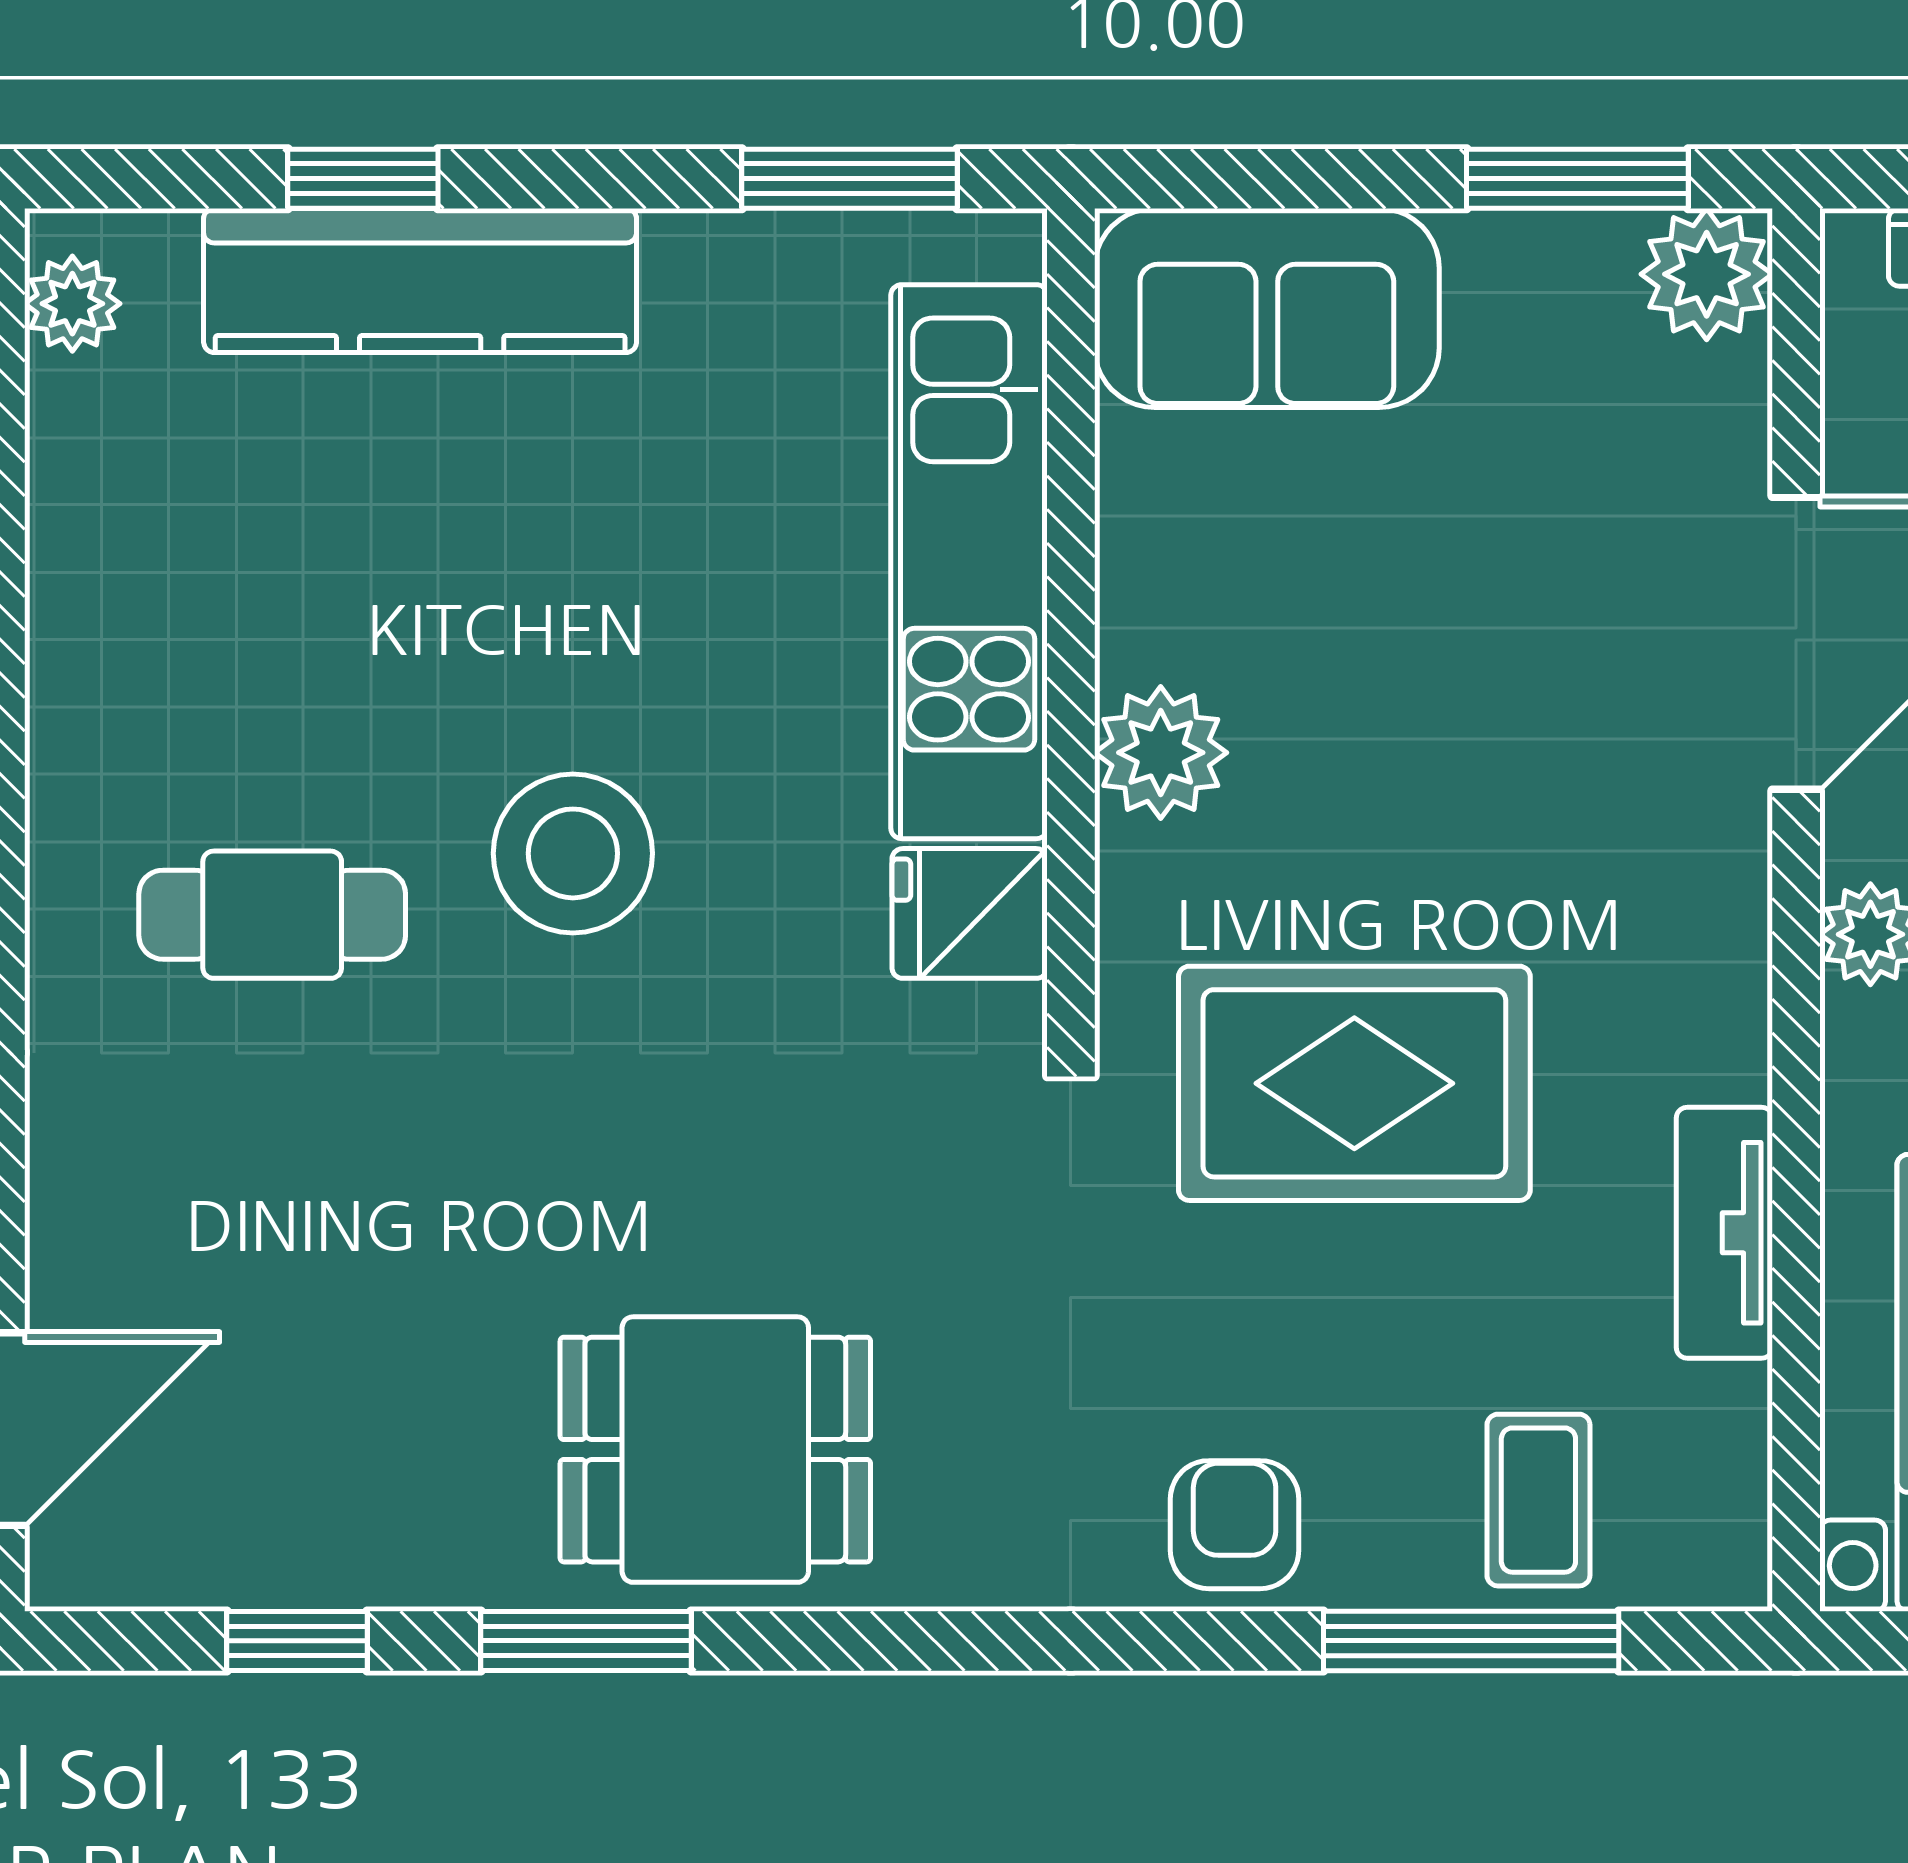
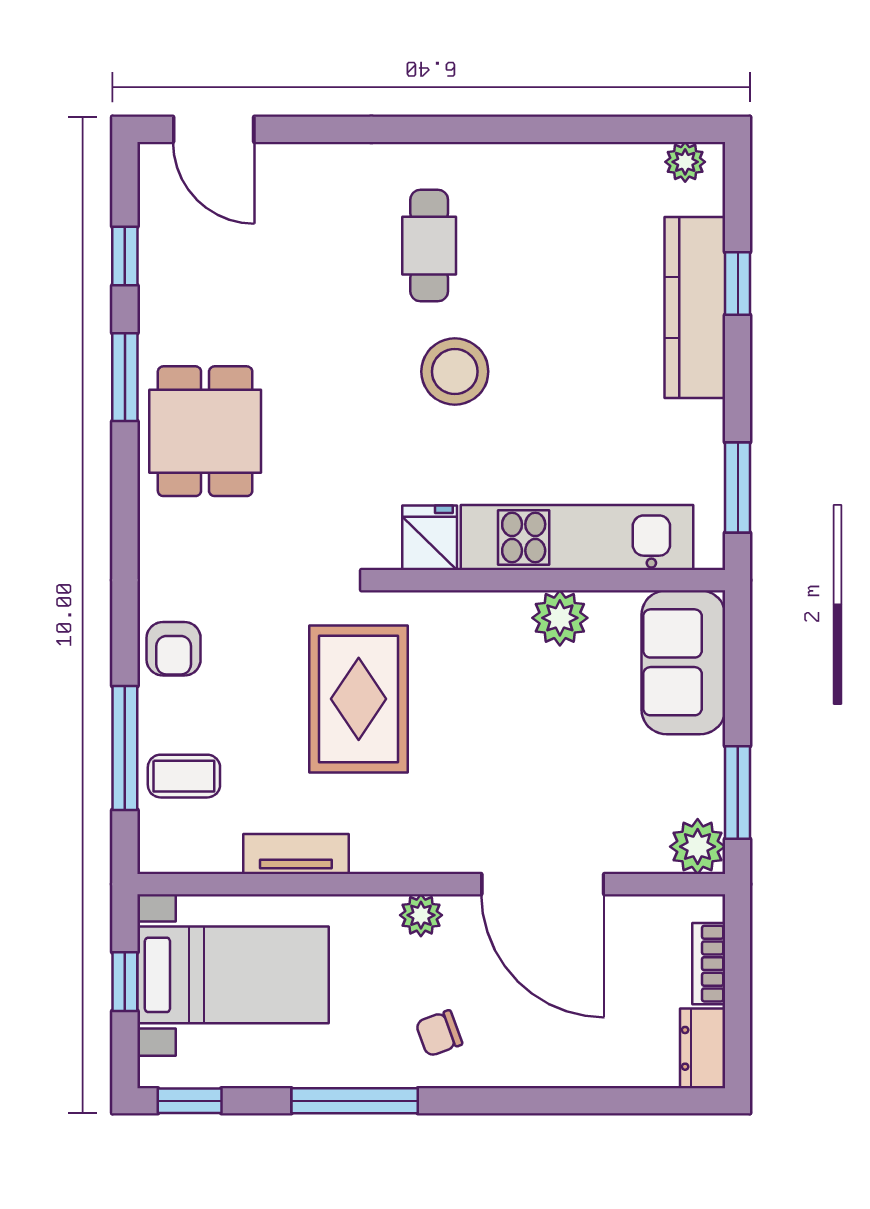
plant: (1161, 753) -> (560, 618), moved
armchair: (1235, 1525) -> (174, 649), turned 90

